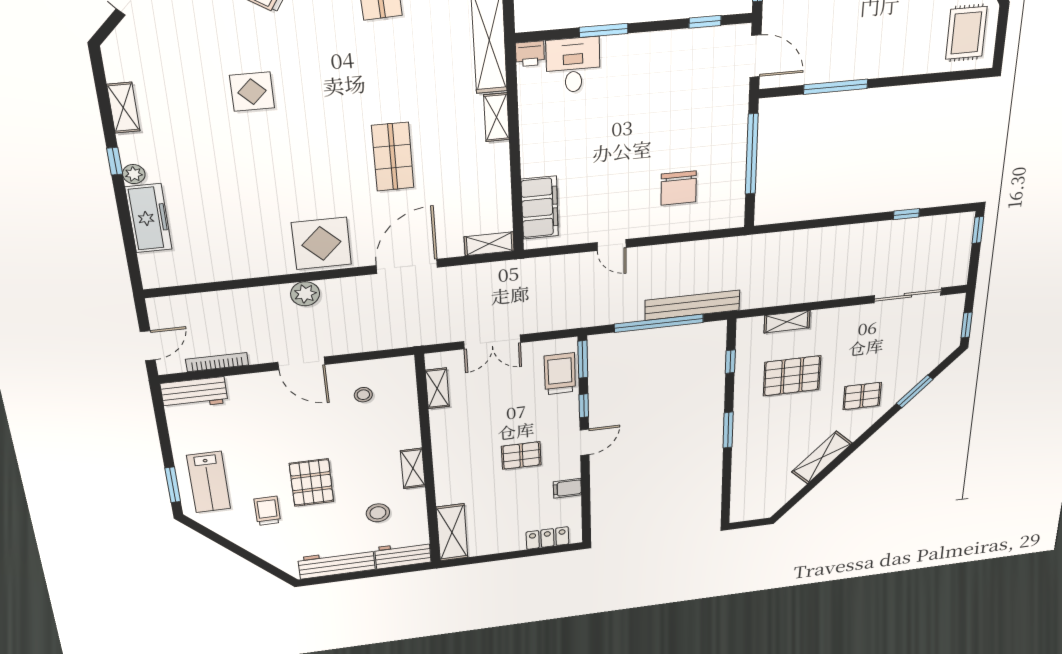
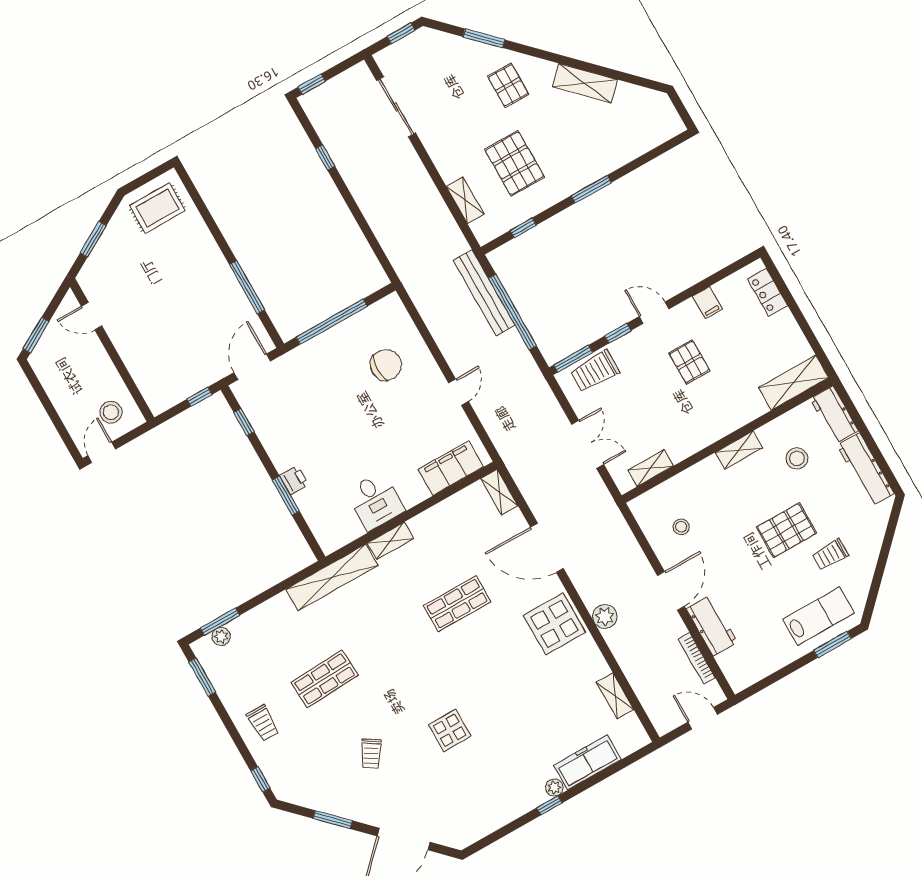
printer: (530, 54) -> (294, 480), moved
desk: (573, 65) -> (375, 501), moved, turned -90
shelving: (123, 108) -> (615, 696), moved, turned 90
workbench: (194, 393) -> (712, 626), moved

